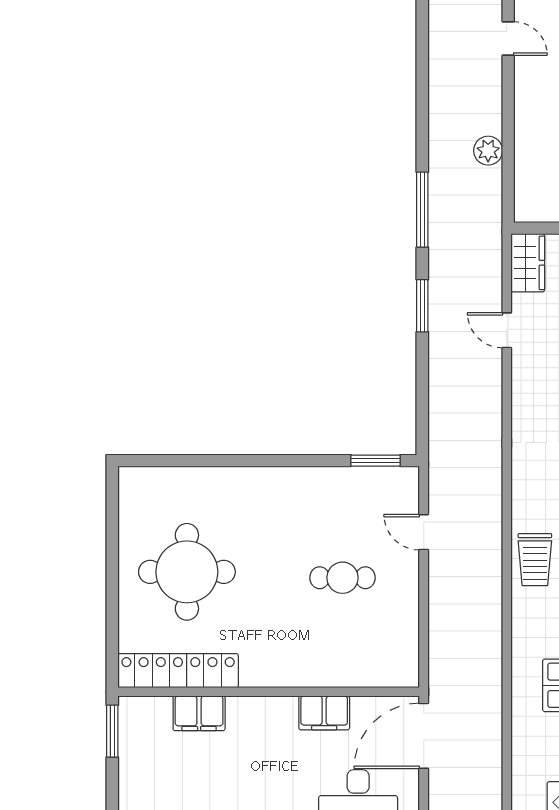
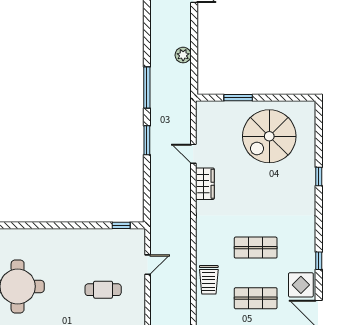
wardrobe: (528, 263) -> (205, 184), moved
window: (375, 461) -> (121, 225), width x0.67
door: (424, 532) -> (148, 265), swing flipped

